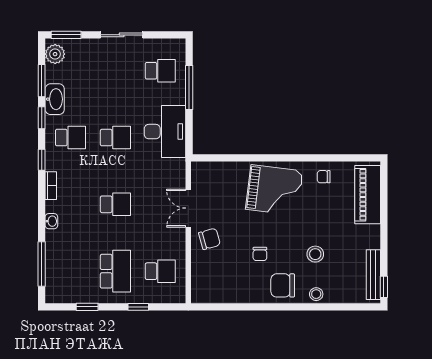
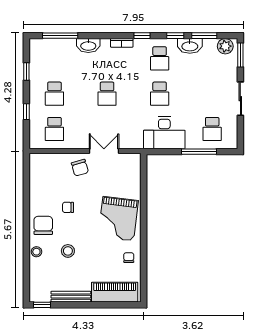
washbasin: (51, 221) -> (88, 46), width x1.91, depth x1.45
school desk: (115, 271) -> (54, 94), width x0.54
bench: (373, 275) -> (71, 297), moved

